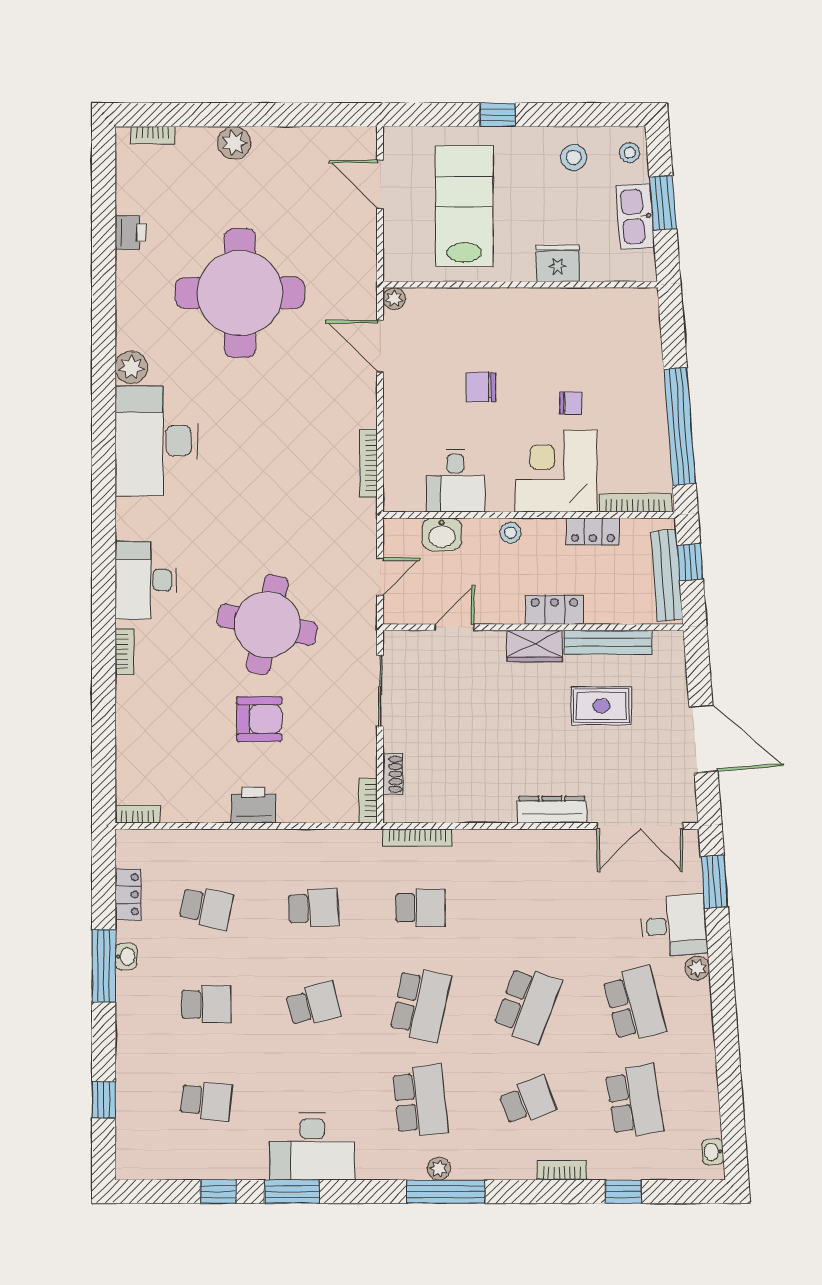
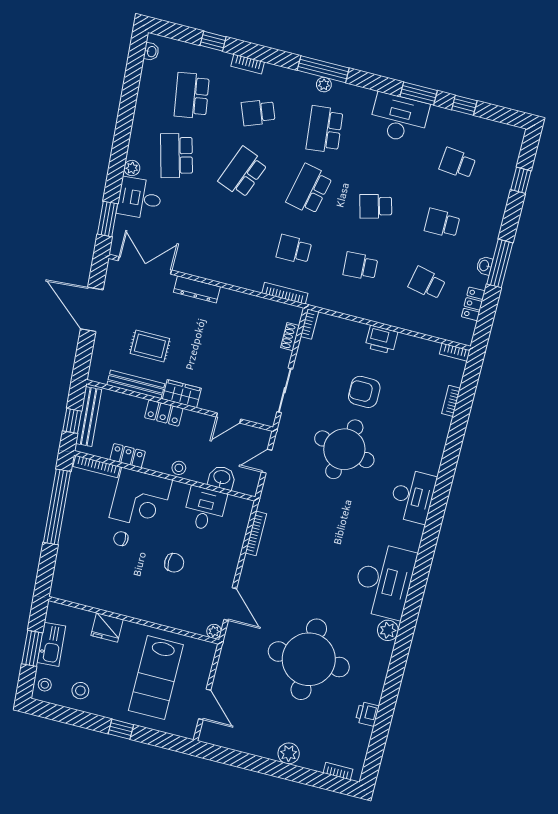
bookcase: (124, 652) -> (451, 401), moved

